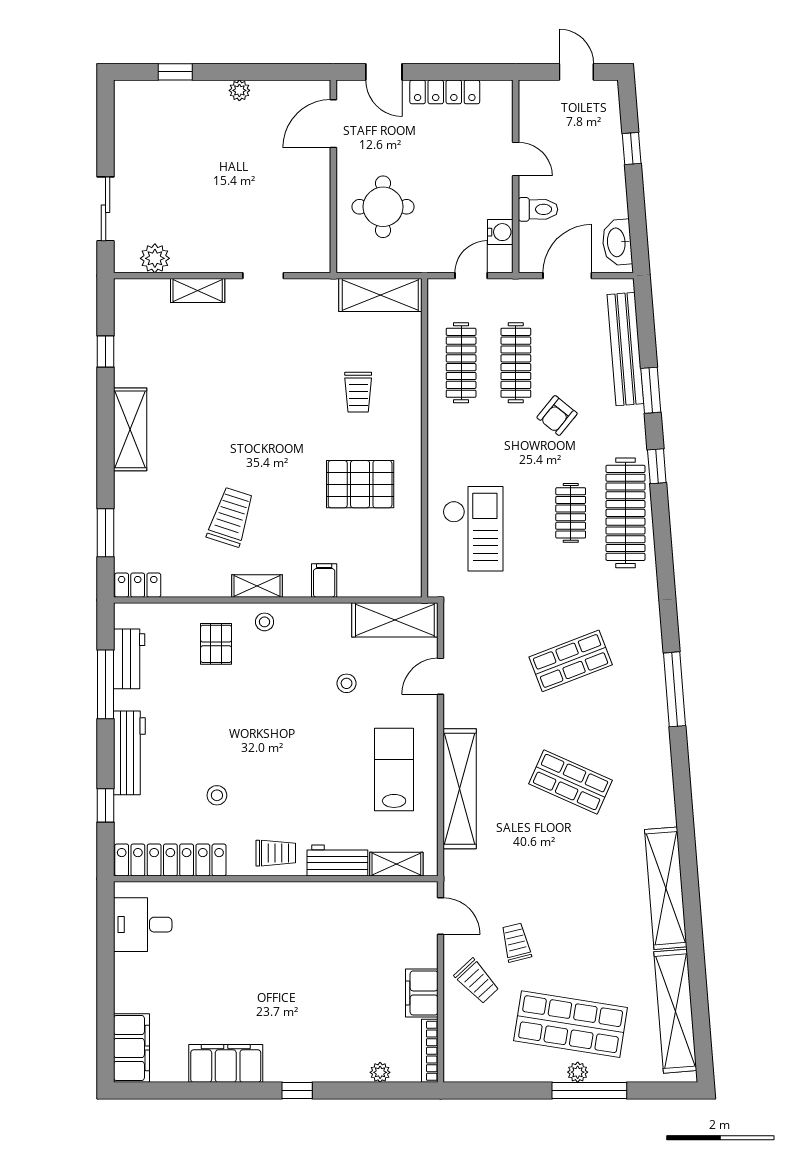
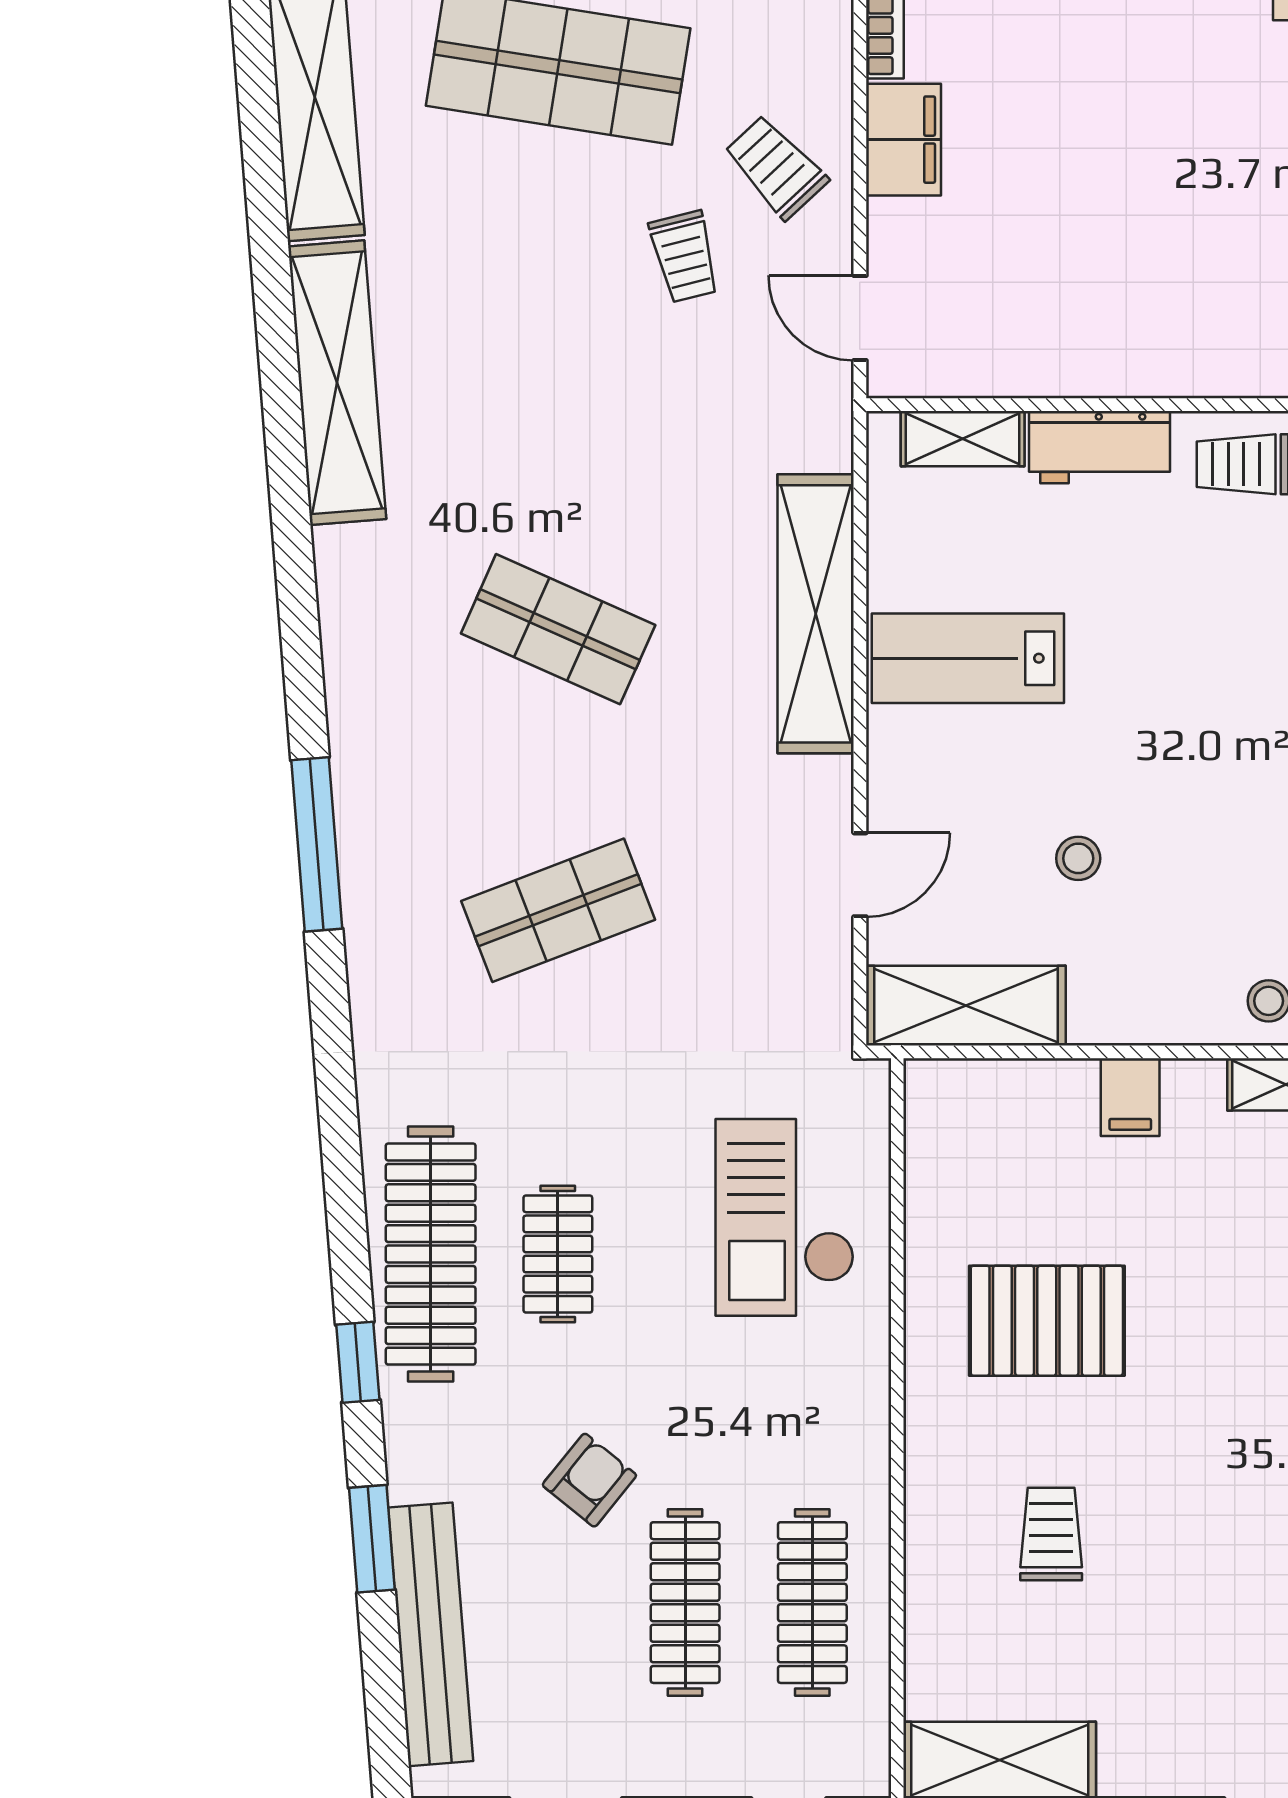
lab bench: (394, 770) -> (968, 658), turned 90

